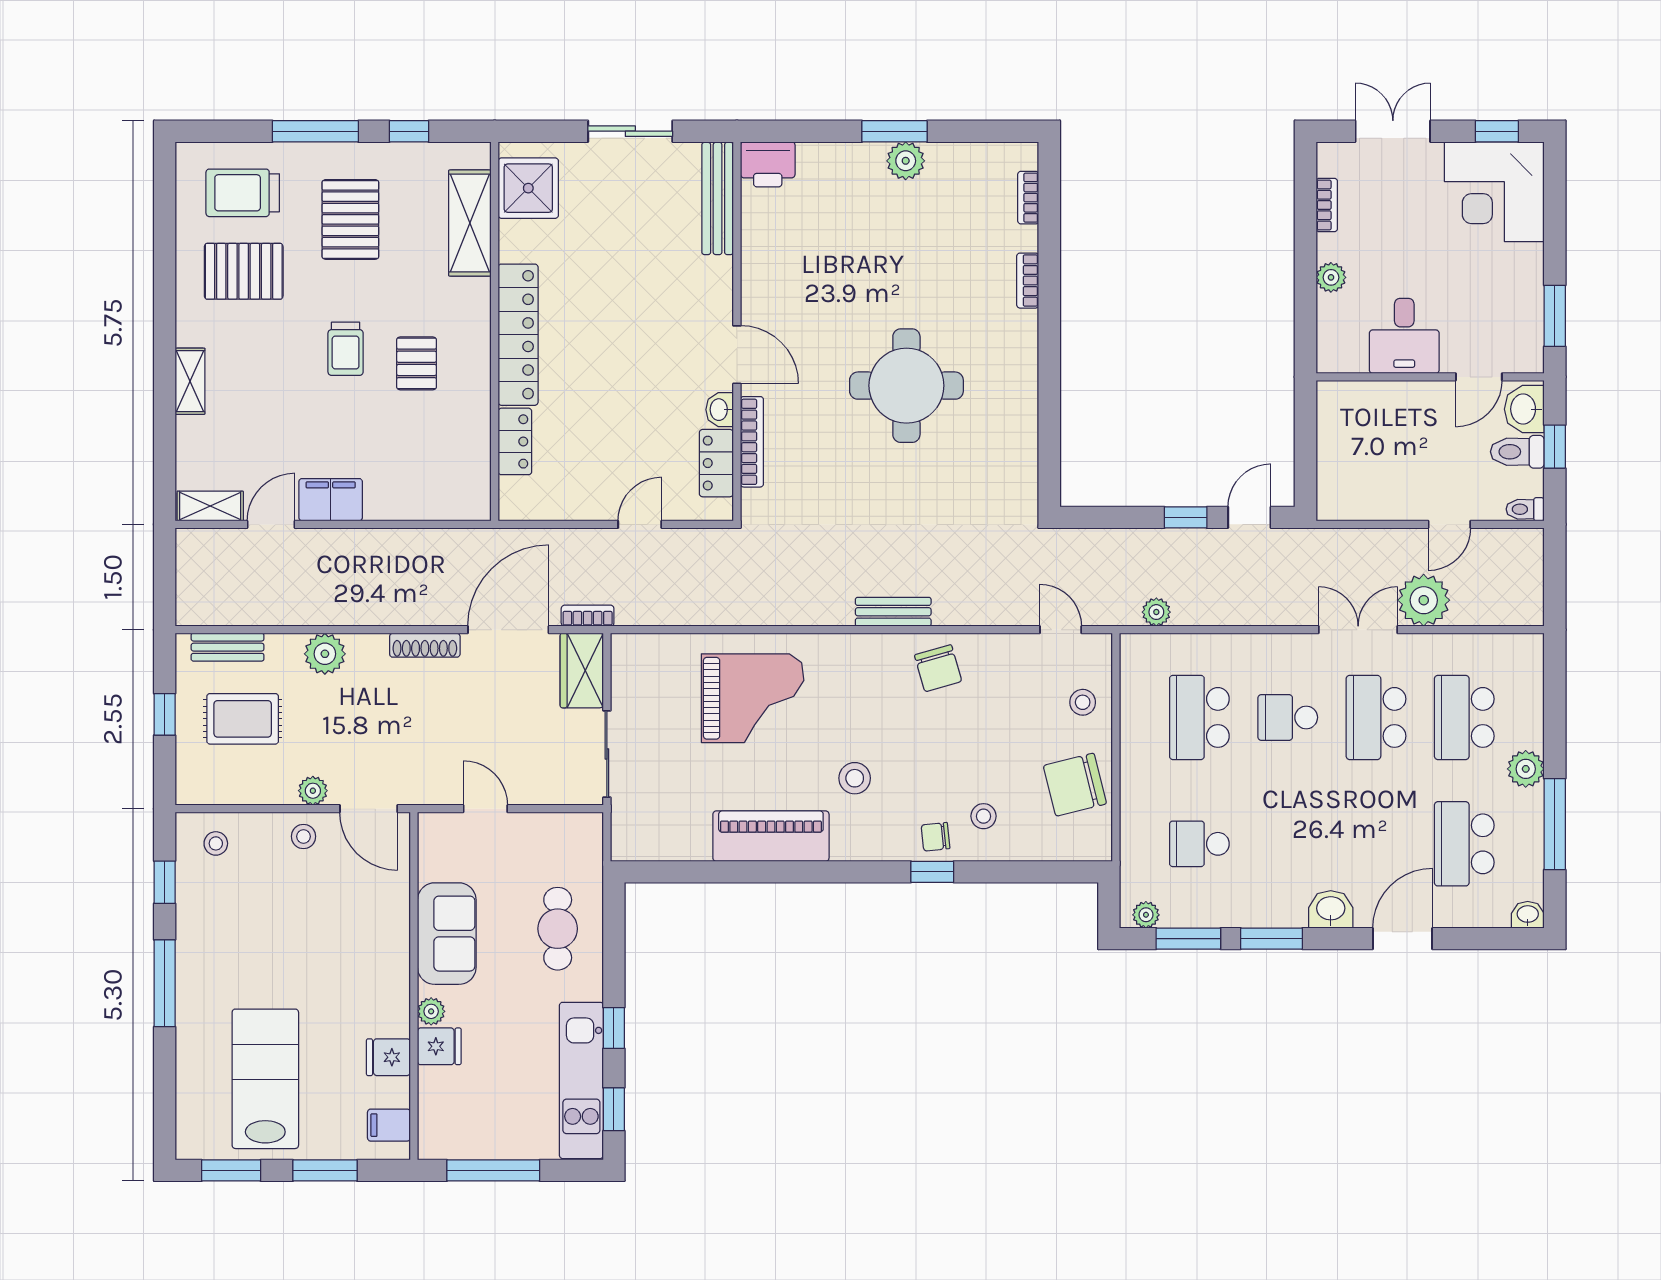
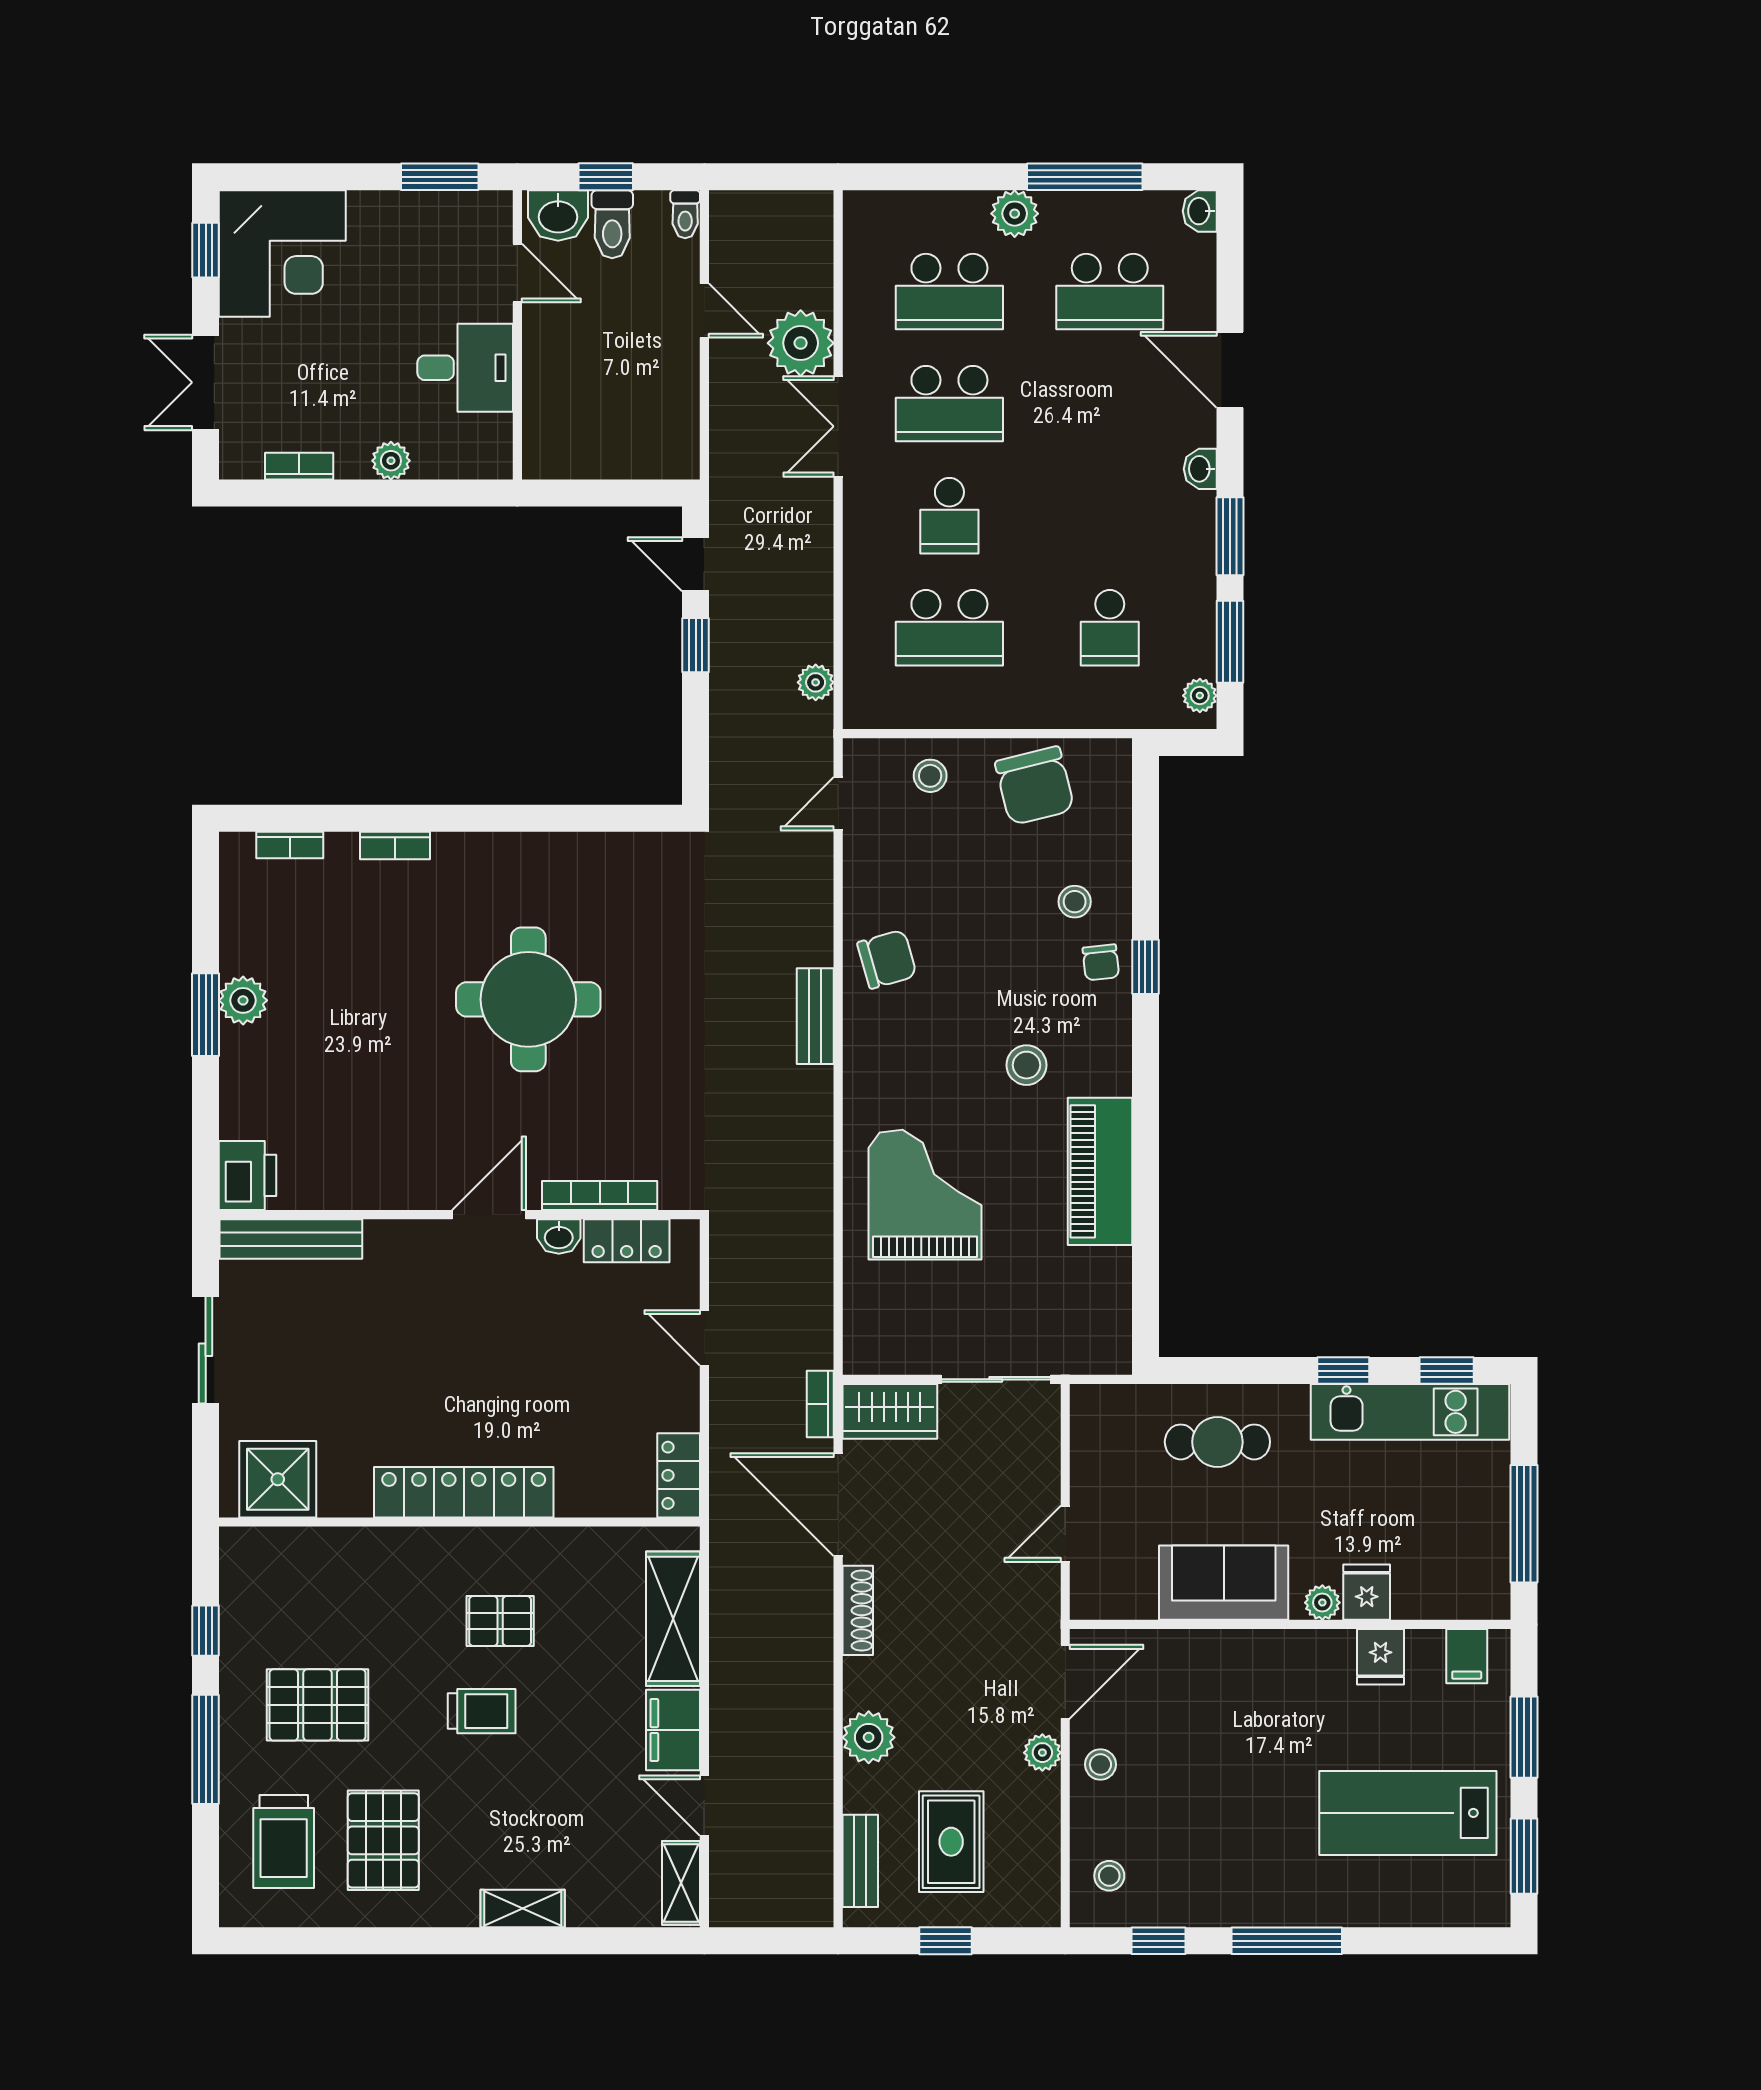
shelving: (470, 223) -> (673, 1619), moved, turned 90
locker: (515, 441) -> (679, 1475), moved, turned -90
washbasin: (1331, 909) -> (1200, 469), width x0.72, depth x0.69

